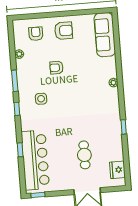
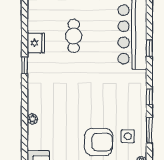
armchair: (56, 68) -> (99, 142), width x1.88, depth x1.88
side table: (41, 99) -> (128, 136), moved
fridge: (118, 170) -> (36, 43), moved

